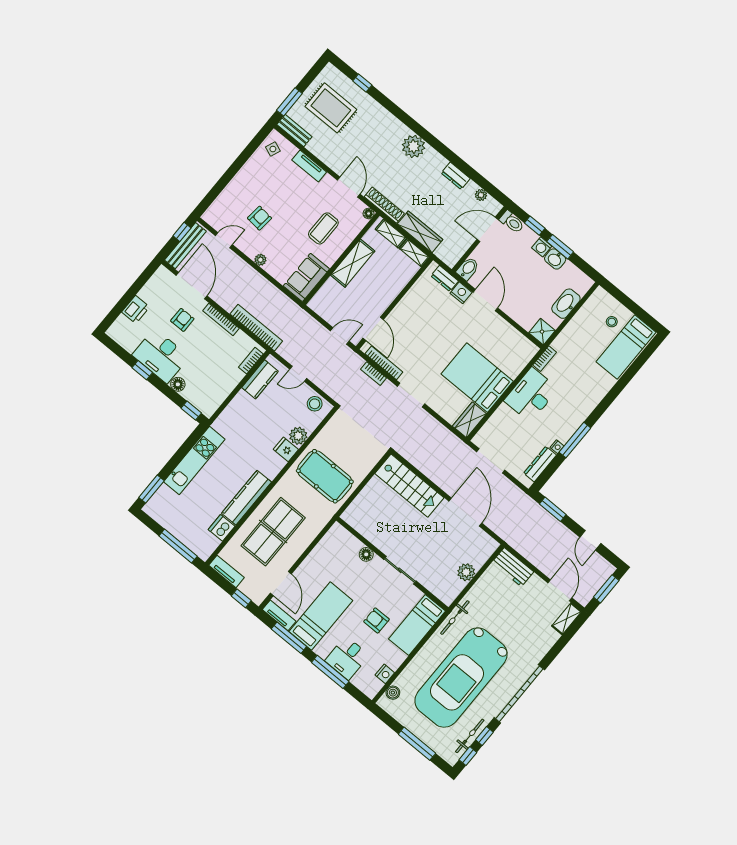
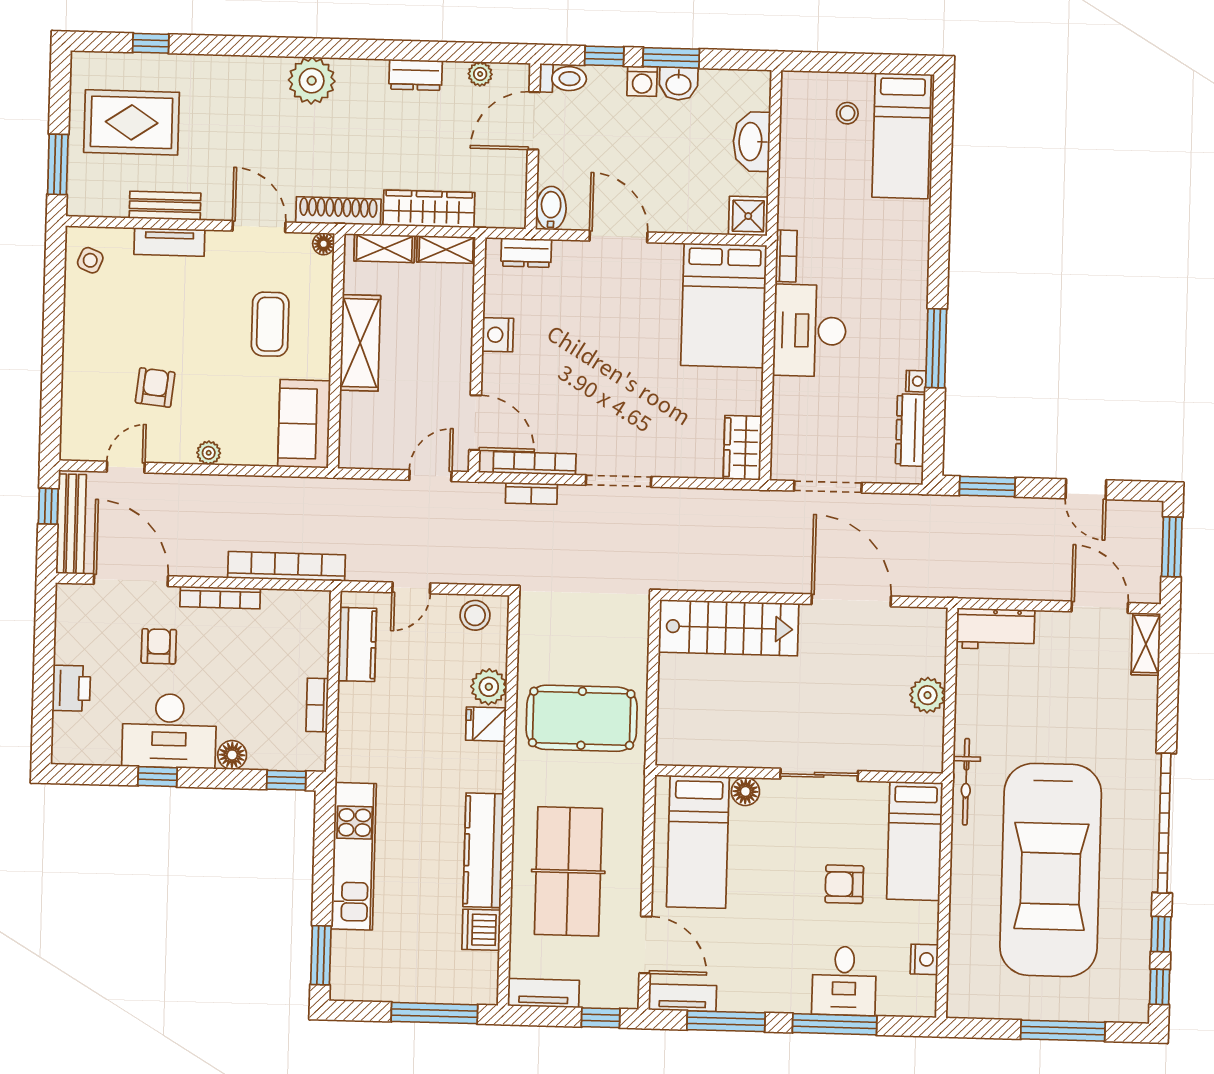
bench: (294, 131) -> (165, 206), moved
nightstand: (461, 293) -> (498, 335), moved, turned -90
bookcase: (251, 361) -> (317, 705), moved
bed: (477, 378) -> (724, 305), moved, turned -90
bed: (321, 616) -> (698, 842), moved, turned 180
boiler: (393, 693) -> (961, 979), removed
bicycle: (470, 736) -> (1138, 952), removed

